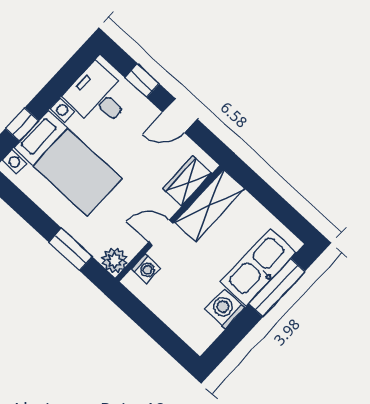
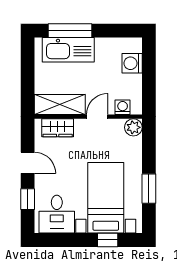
door: (161, 233) -> (97, 117), swing flipped
window: (70, 249) -> (149, 189), moved
washing machine: (225, 309) -> (132, 63), moved, turned 90

